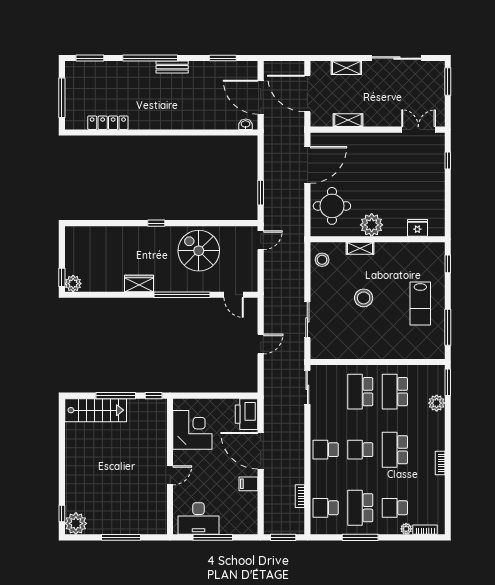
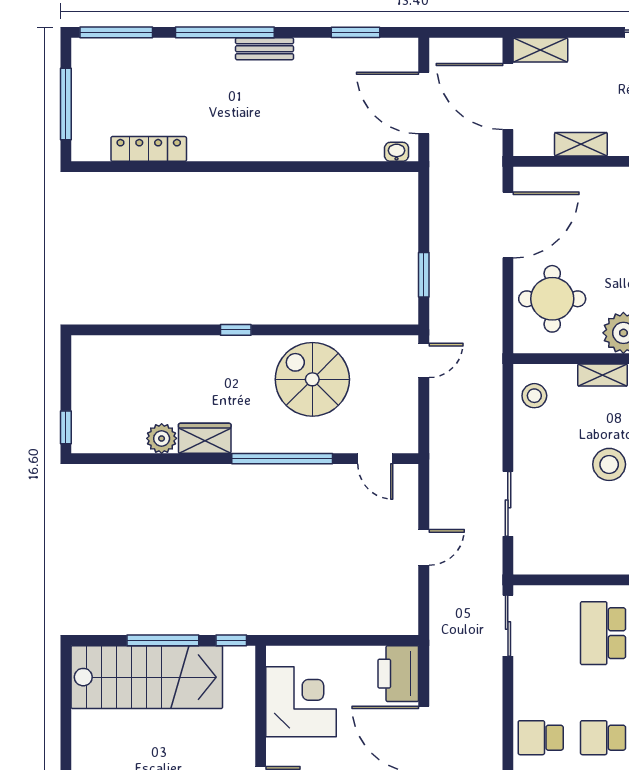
window: (90, 58) -> (116, 32), width x1.44
shelving: (346, 68) -> (540, 50), moved
plant: (73, 284) -> (162, 438), moved
stairs: (96, 410) -> (147, 677), width x1.36, depth x1.51

